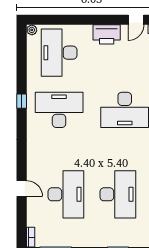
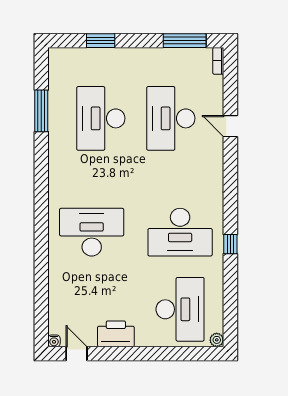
door: (136, 20) -> (76, 354), hinge flipped

